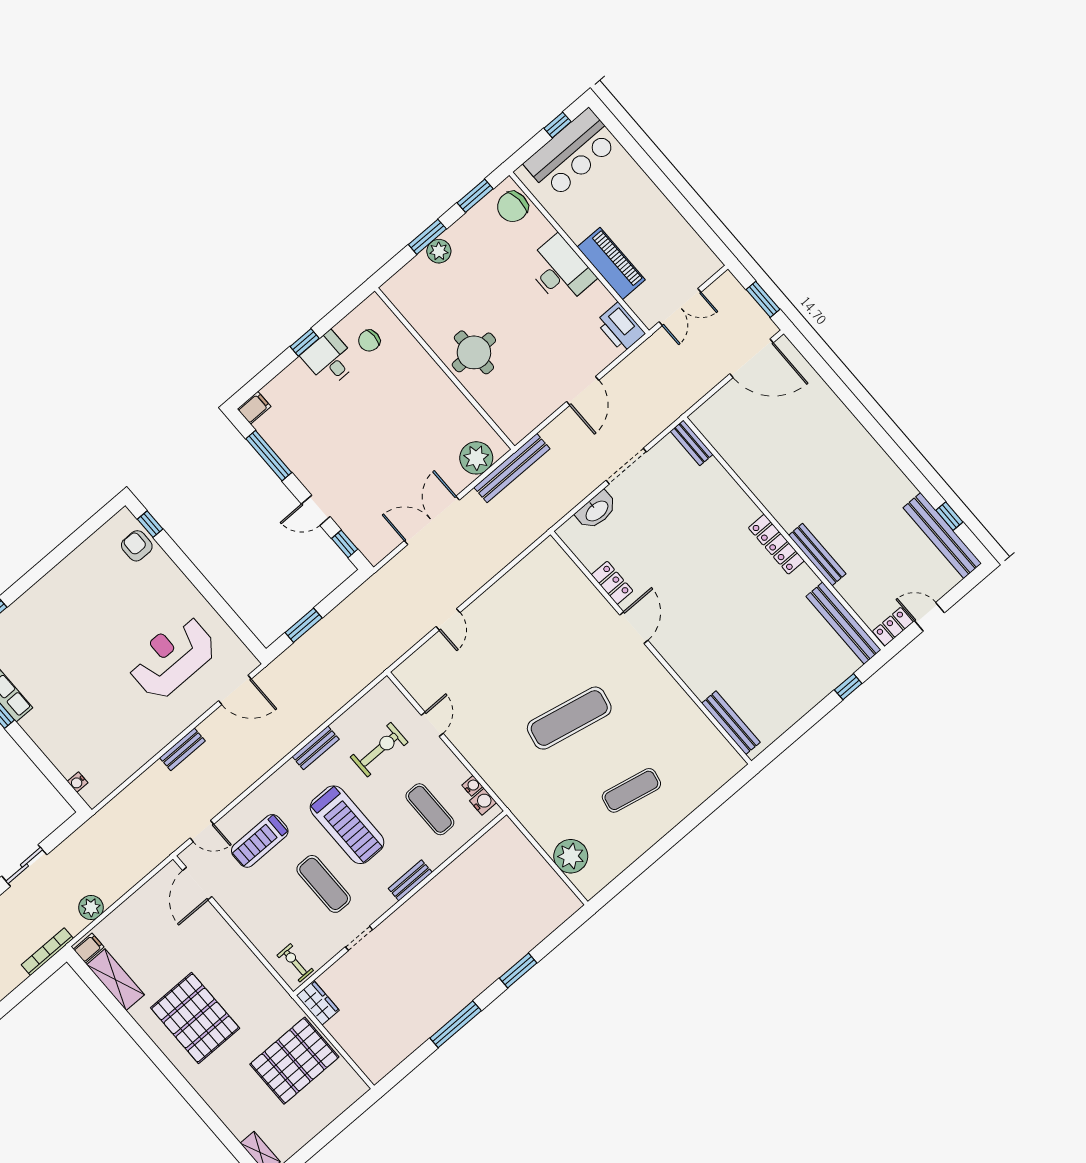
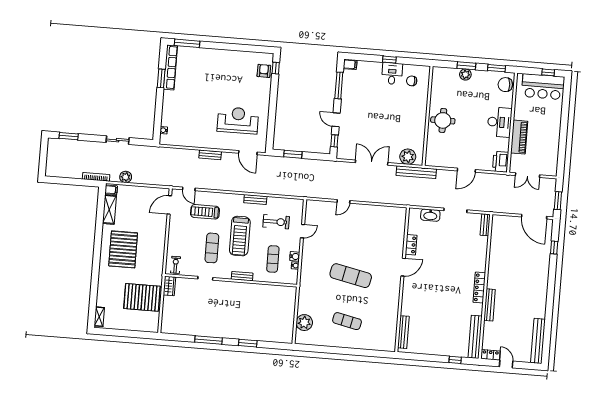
window: (949, 516) -> (554, 248), moved
water cooler: (483, 802) -> (295, 256), moved

